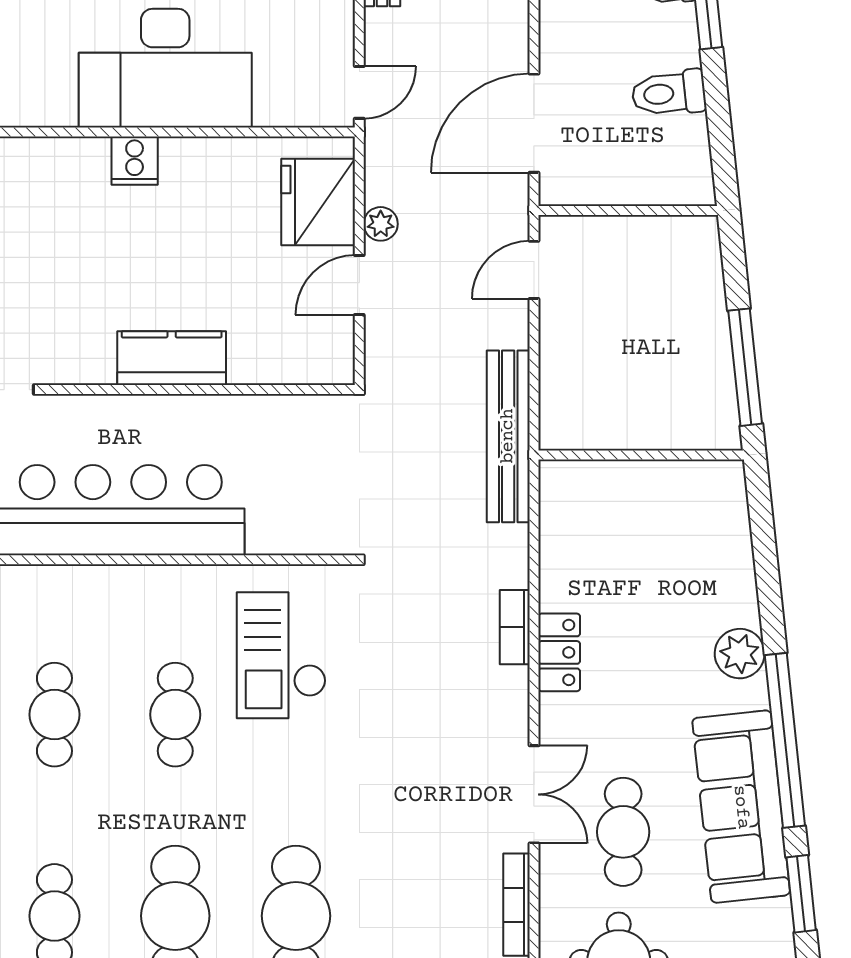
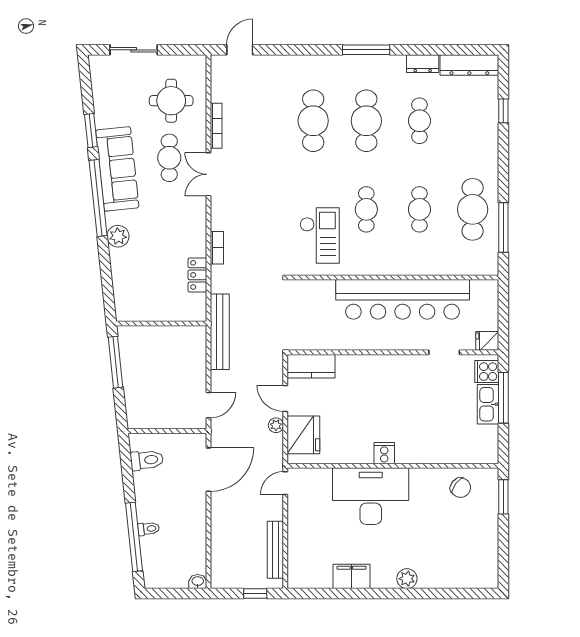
toilet: (669, 93) -> (147, 460), moved
door: (359, 285) -> (285, 398), swing flipped
kitchen counter: (172, 358) -> (311, 366), moved
locker: (559, 652) -> (197, 275), moved

